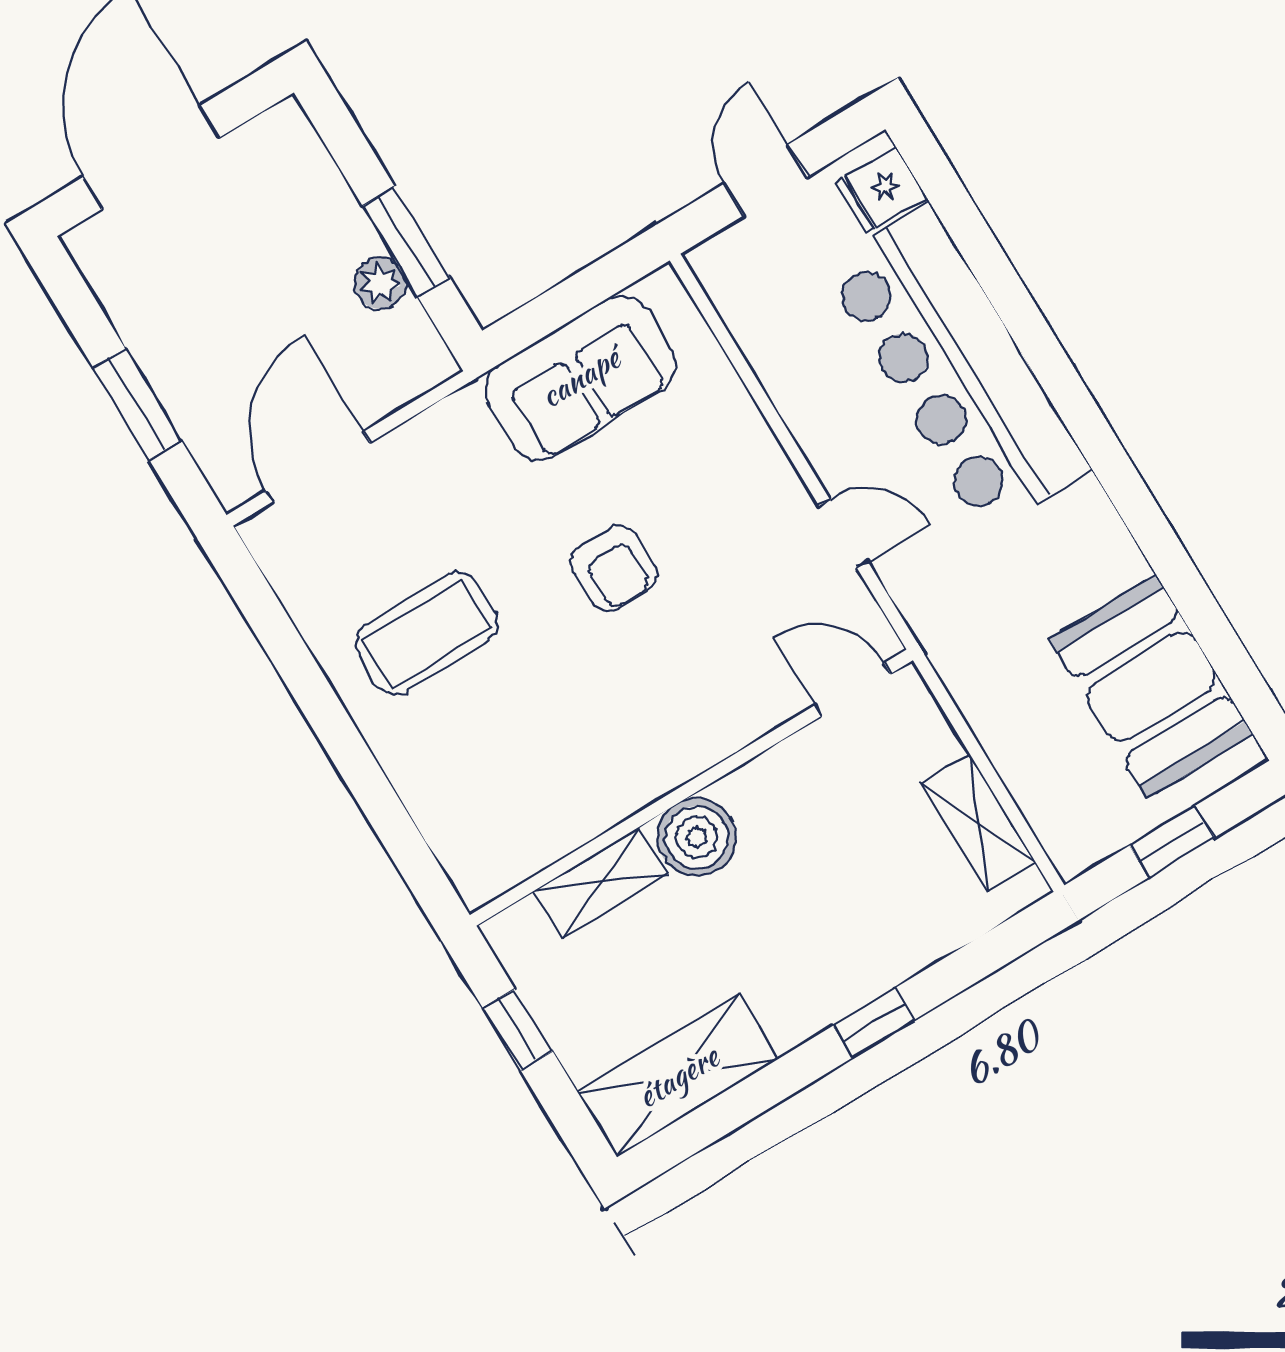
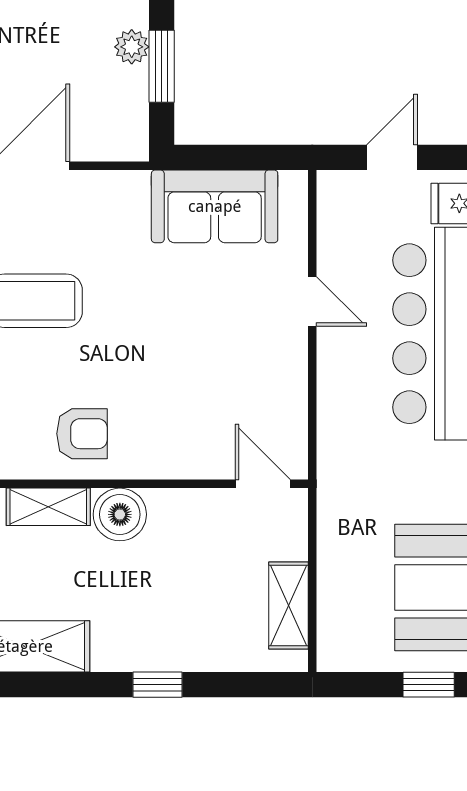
plant: (380, 283) -> (132, 47), moved
door: (843, 534) -> (312, 302), moved
armchair: (614, 568) -> (82, 434), moved, turned -90
window: (1171, 842) -> (429, 685), moved

